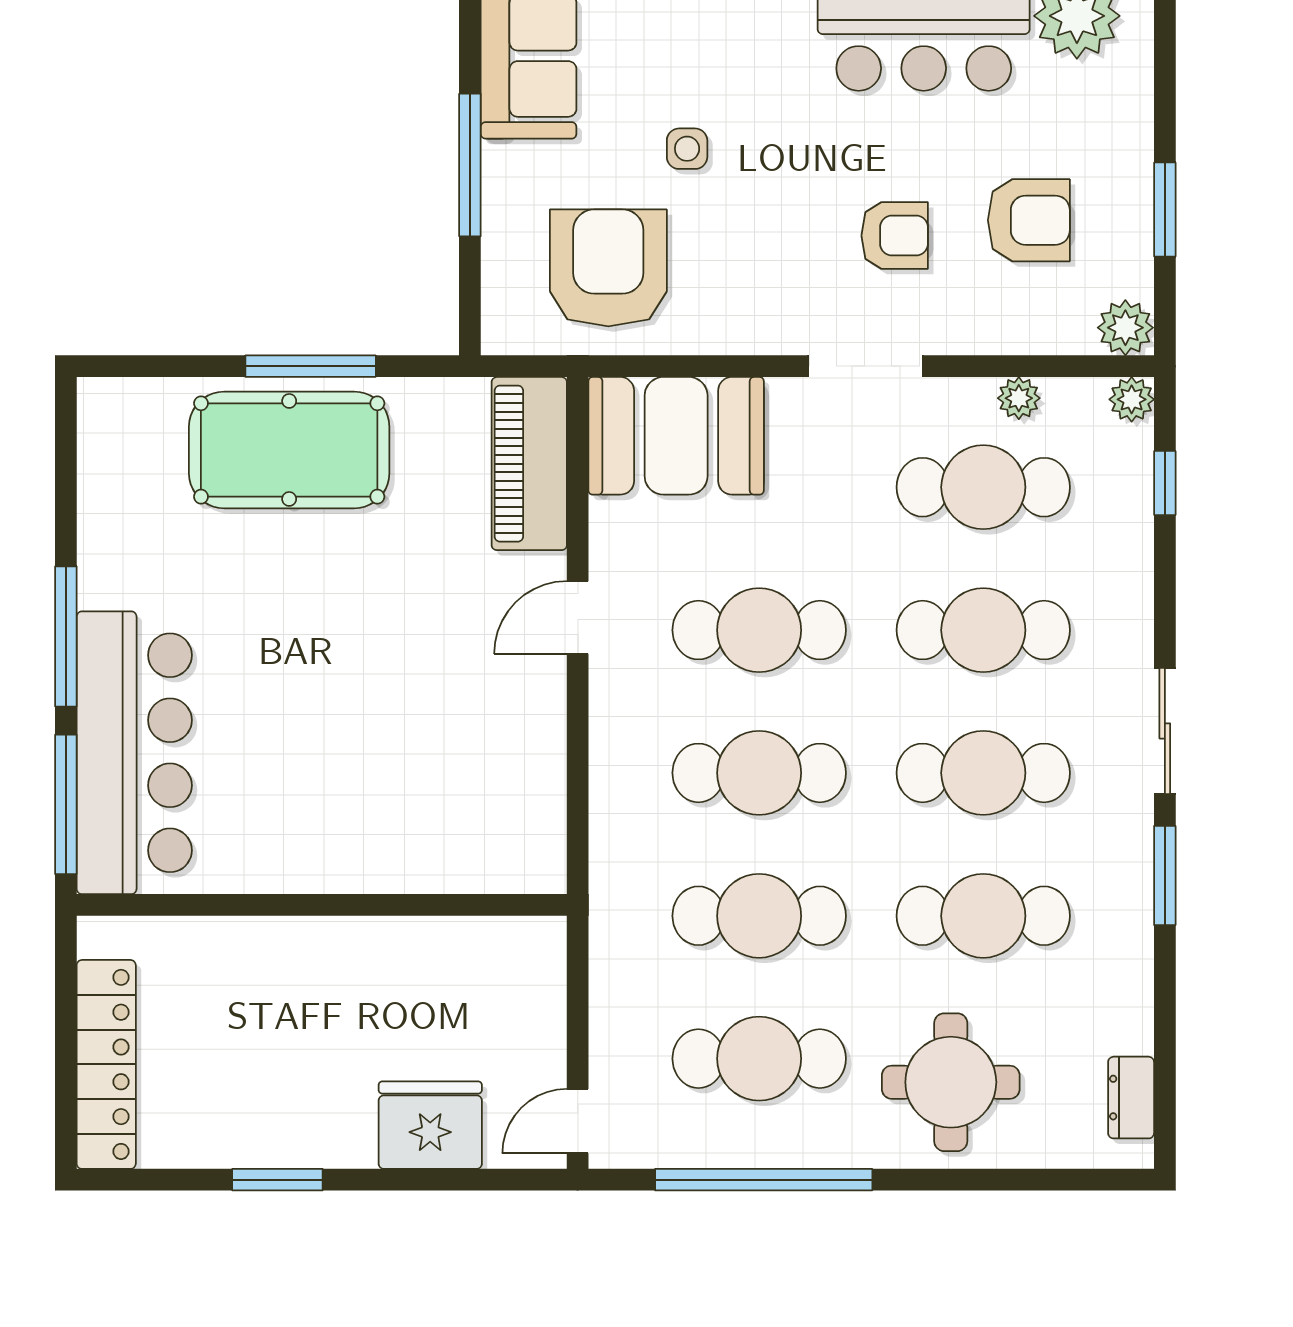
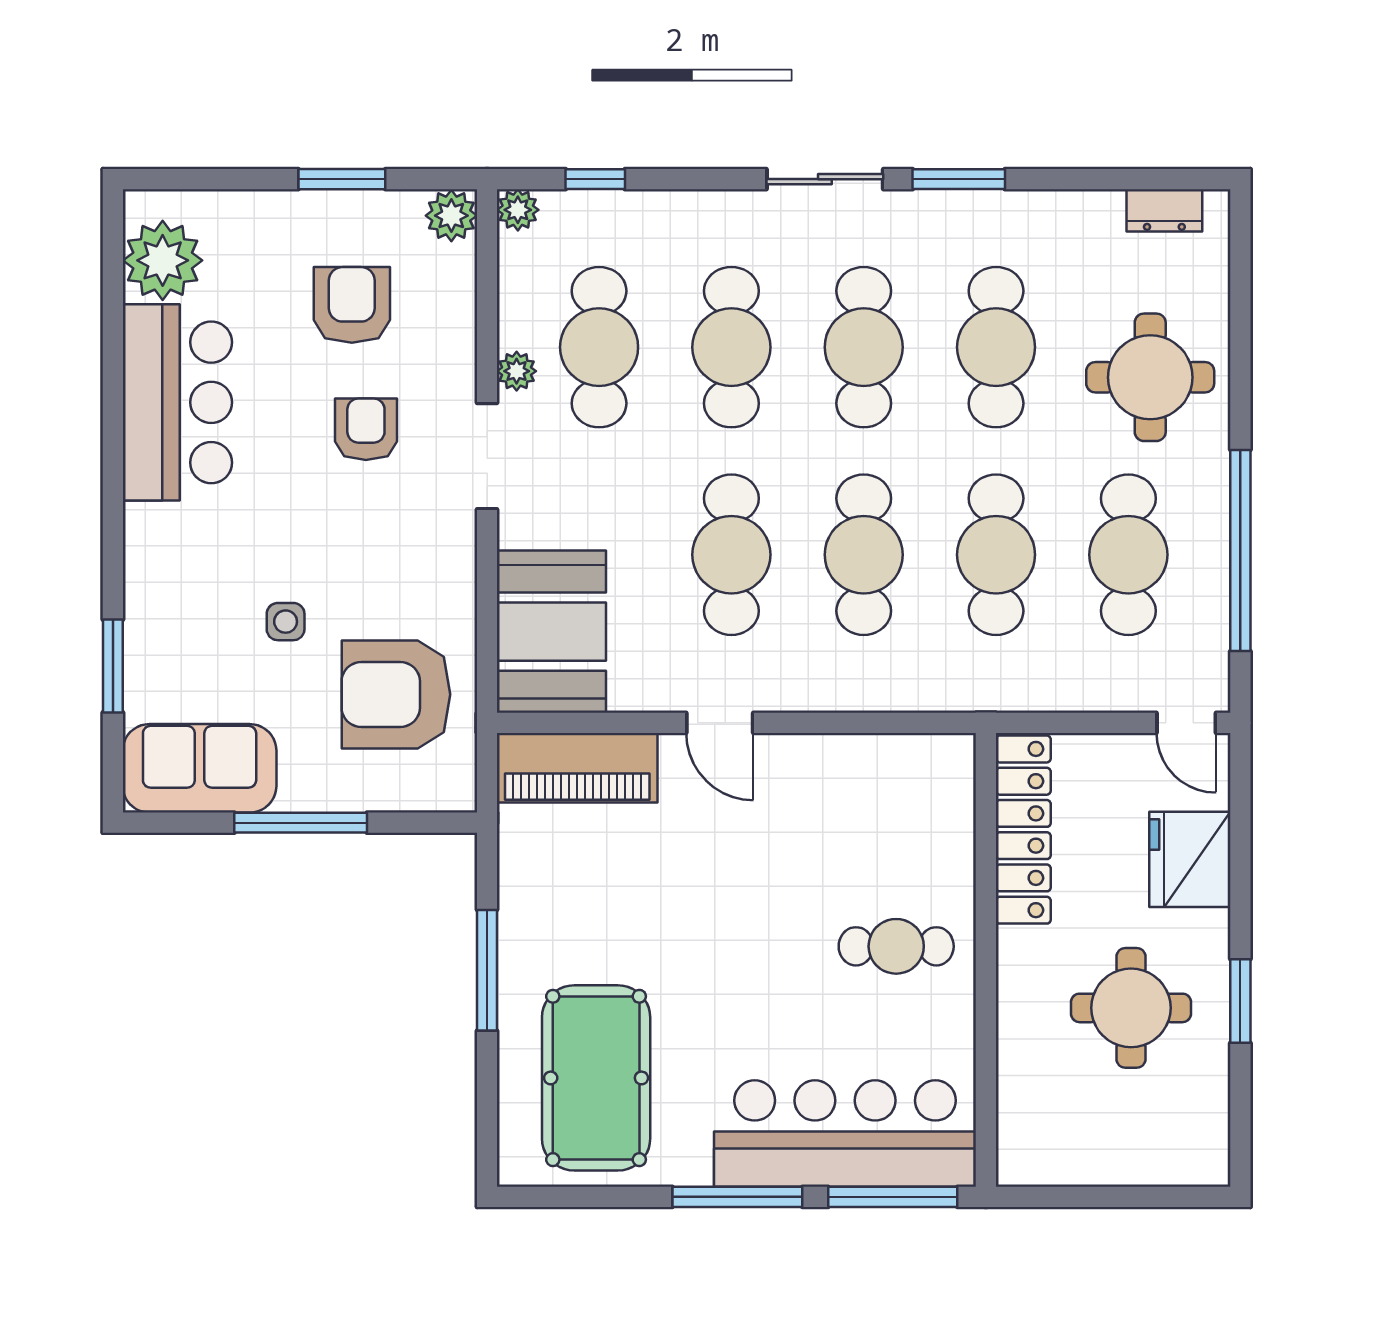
plant: (1019, 398) -> (517, 371), moved
pool table: (289, 450) -> (596, 1078), moved
cafe table: (336, 808) -> (896, 946), added
round table: (270, 1061) -> (1131, 1008), added
locker: (106, 1064) -> (1023, 830), moved, turned 90

